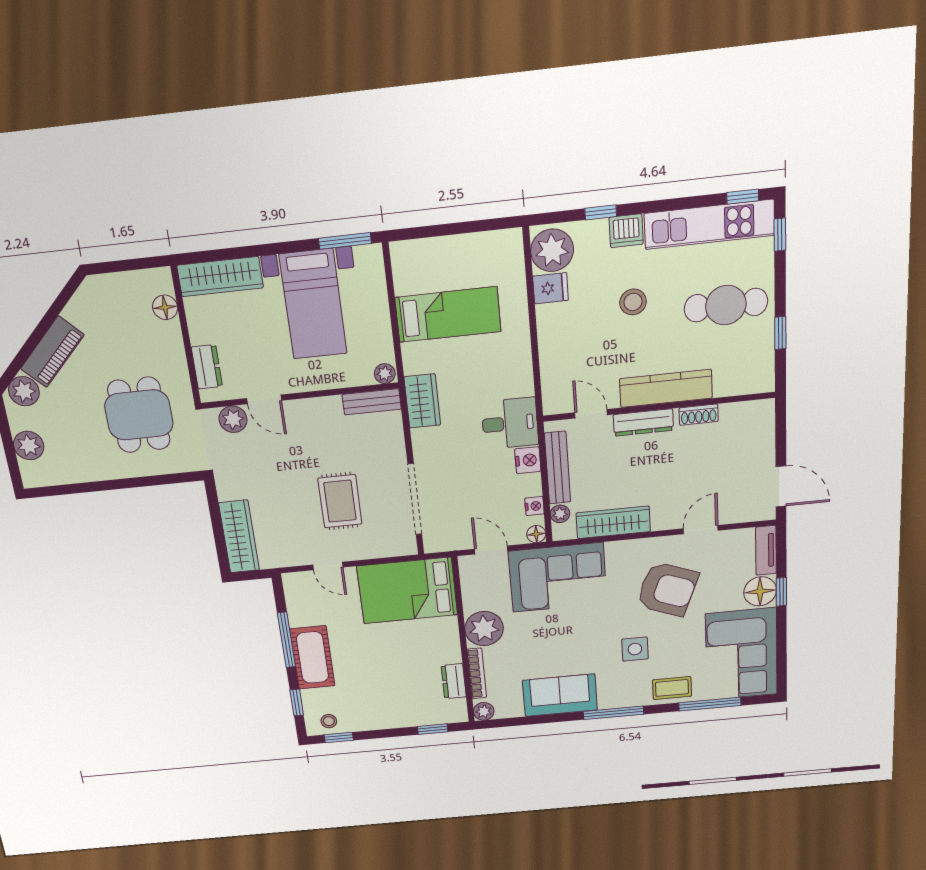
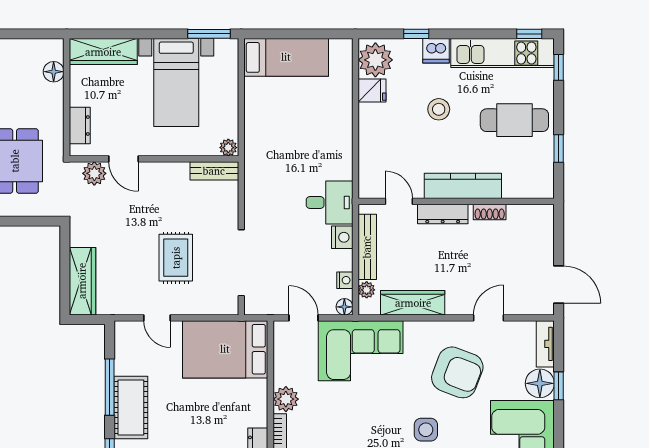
bed: (448, 315) -> (286, 57), moved
wardrobe: (422, 401) -> (257, 175), removed
plant: (484, 629) -> (286, 399), width x0.73, depth x0.73

